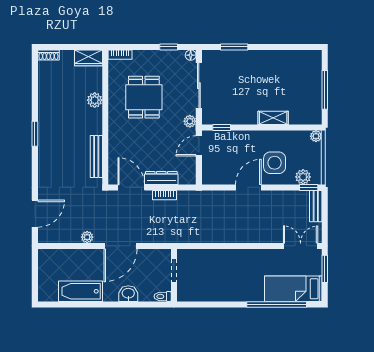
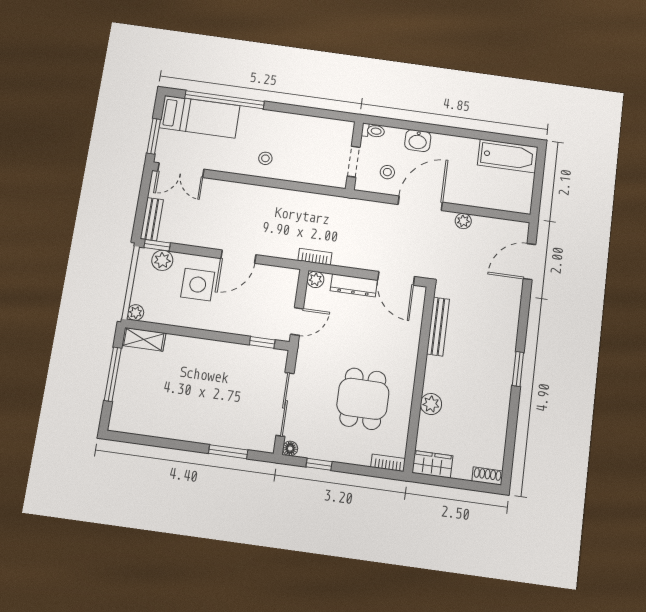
shelving: (273, 118) -> (144, 339), moved
plant: (190, 121) -> (315, 279), moved
bookcase: (164, 195) -> (315, 257), moved
stool: (240, 264) -> (265, 158), added
stool: (148, 266) -> (387, 172), added
bathtub: (80, 291) -> (508, 156), moved

